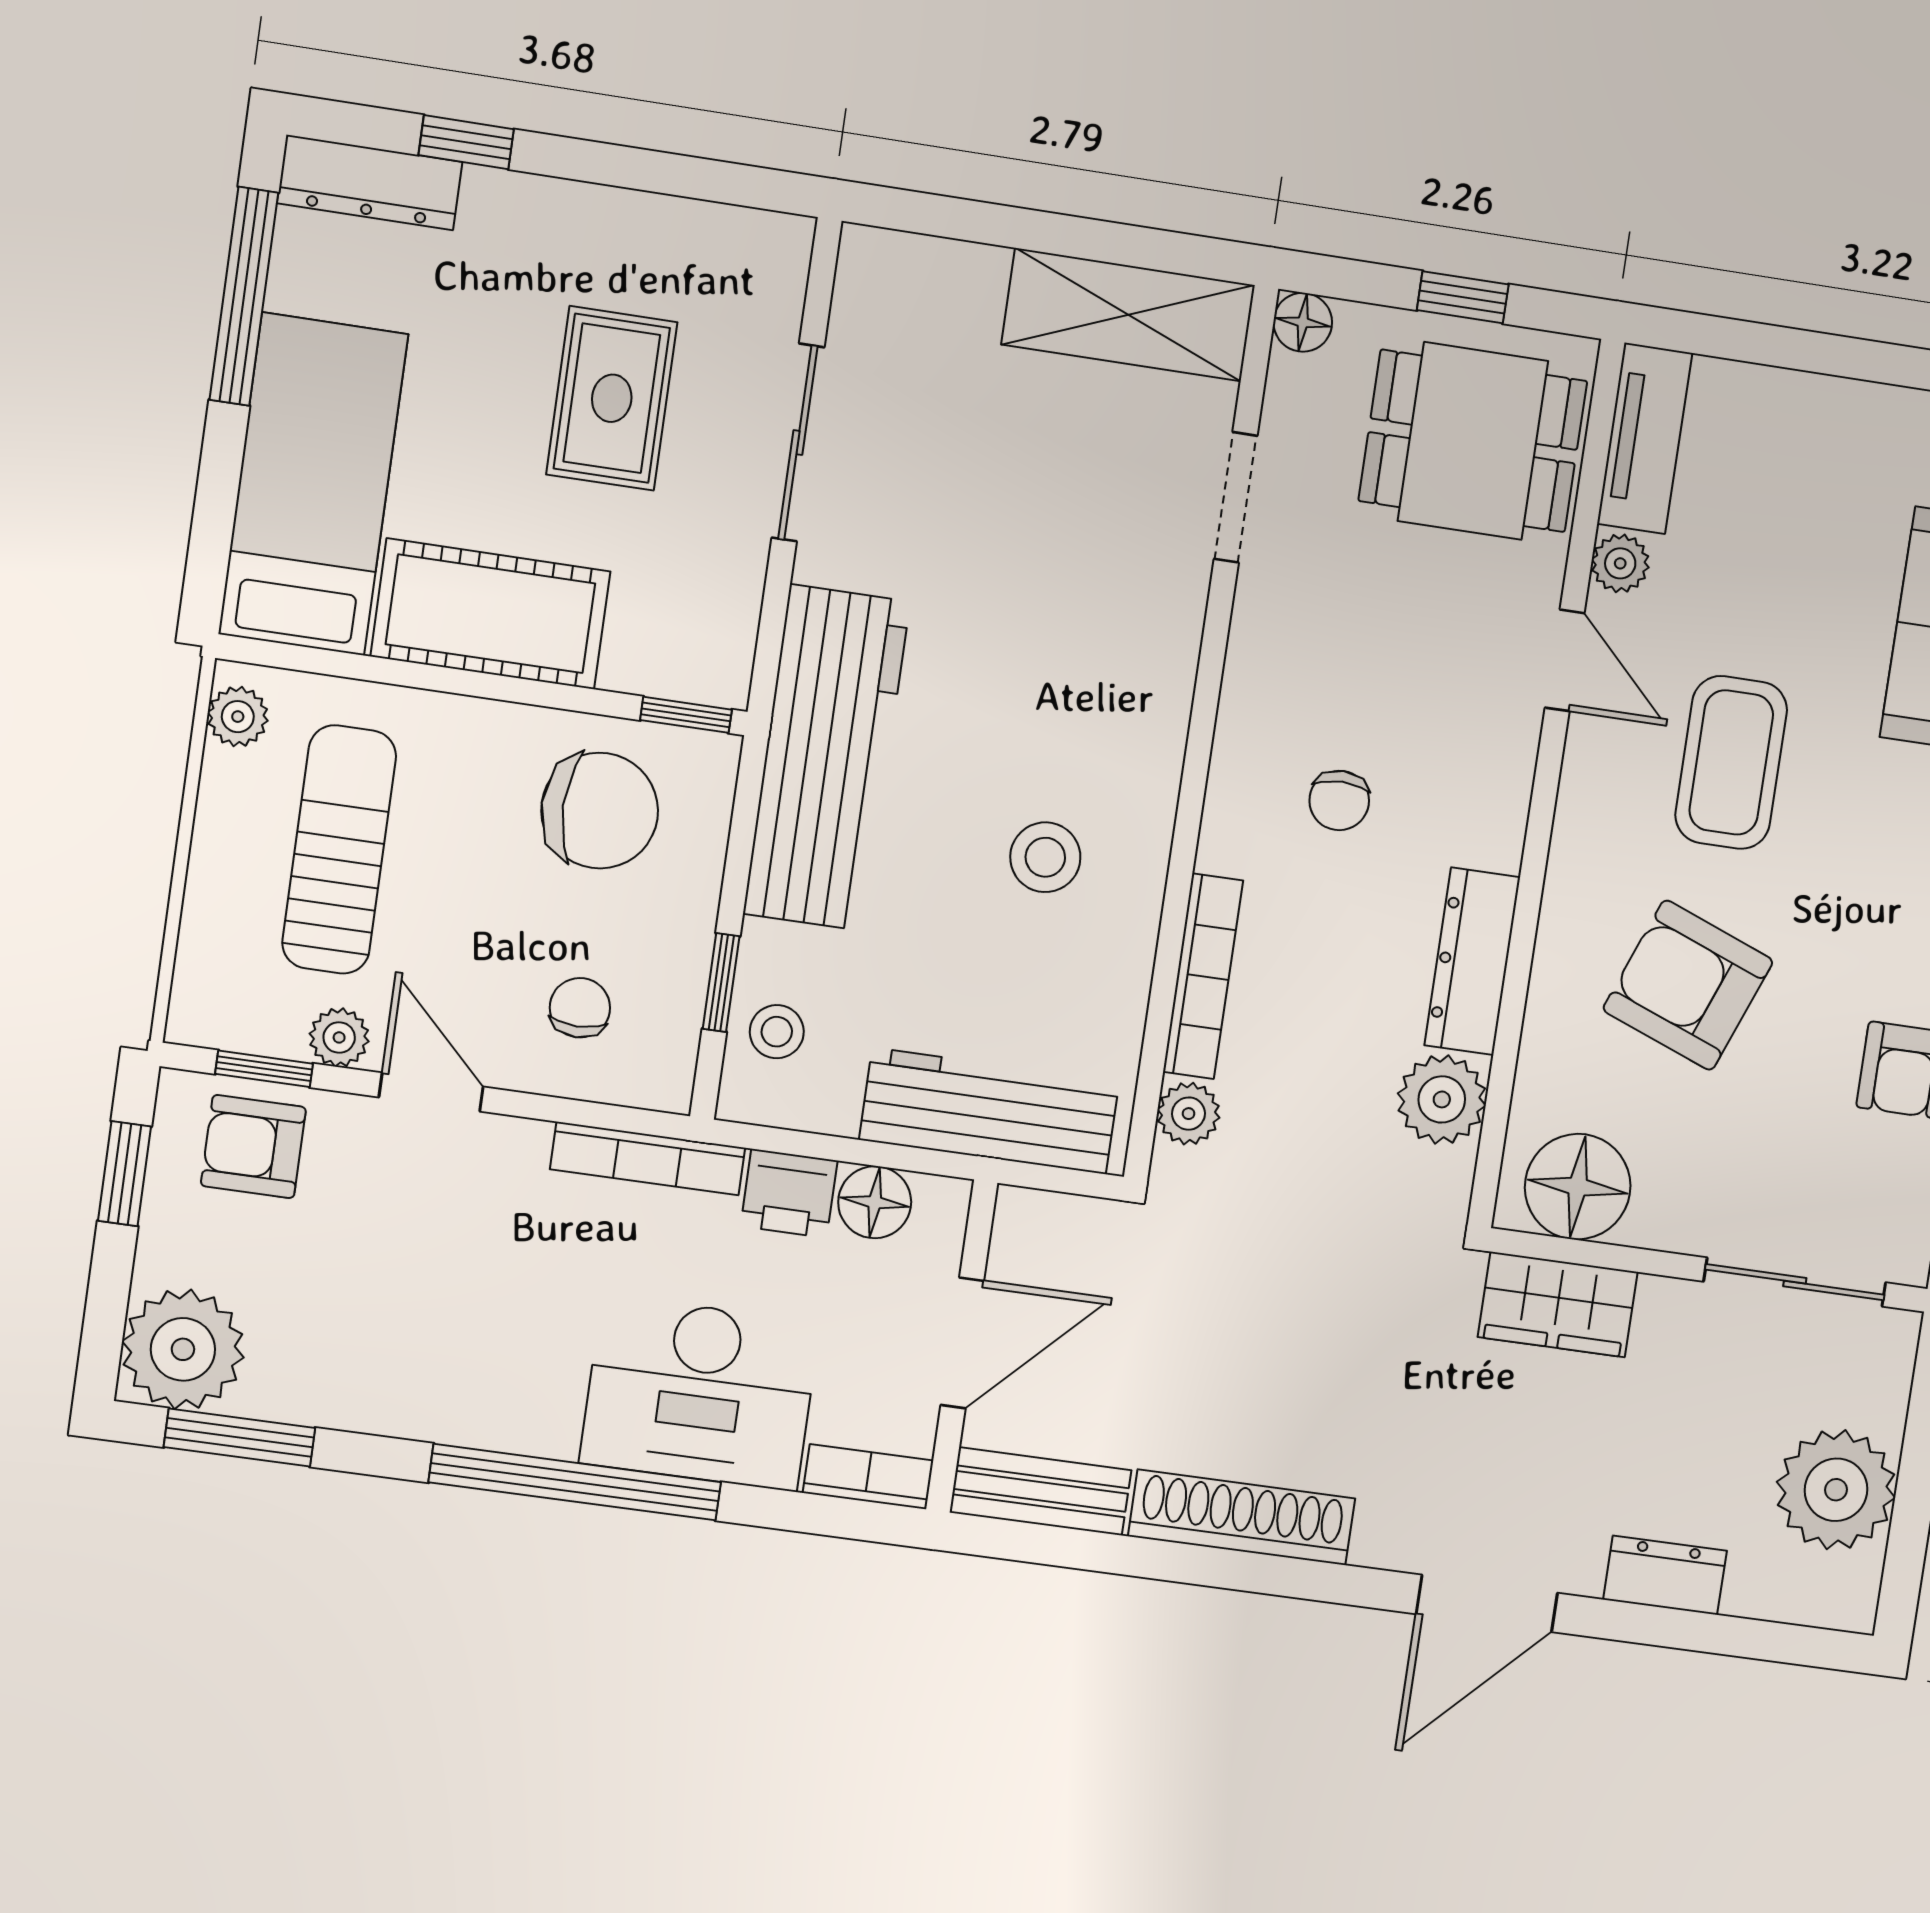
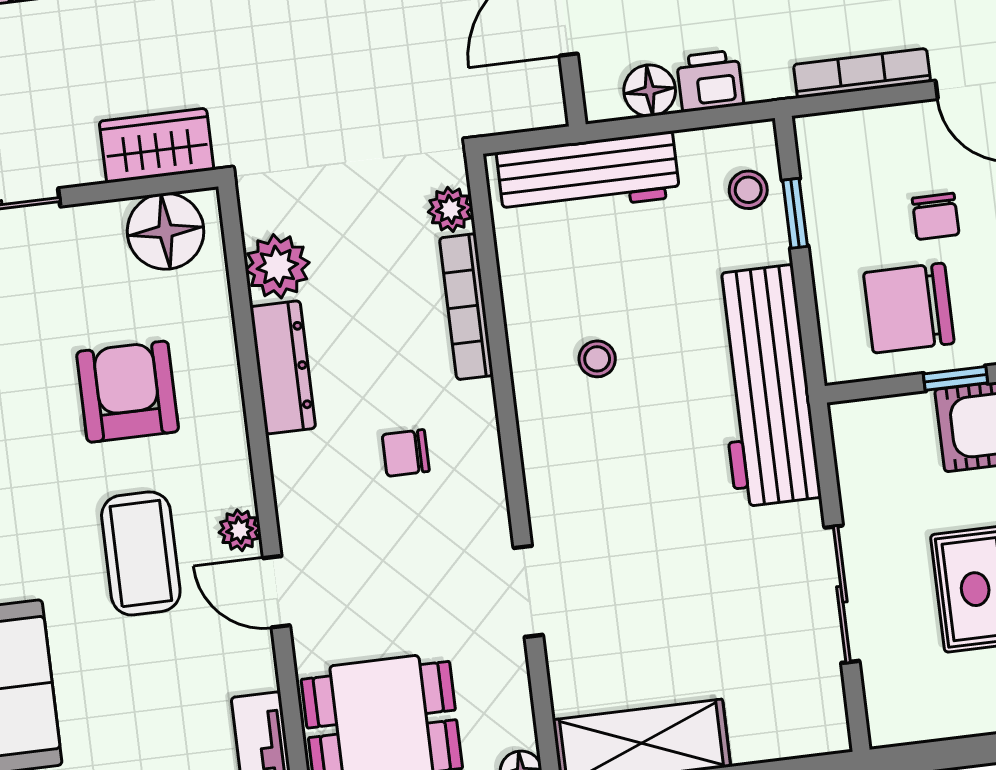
doorway: (1236, 497) -> (528, 591), moved
plant: (1620, 563) -> (240, 530), moved
window: (686, 715) -> (955, 378), moved
chair: (1339, 800) -> (406, 453), turned -90
stool: (1045, 857) -> (597, 359), width x0.73, depth x0.73
armchair: (1688, 985) -> (128, 392), turned -111
chair: (580, 1008) -> (936, 216), moved
bookcase: (648, 1158) -> (862, 73), moved

